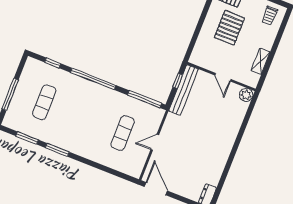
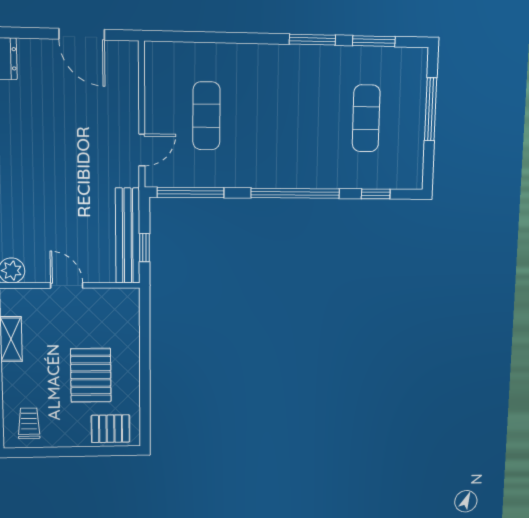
door: (155, 142) -> (142, 150), moved
door: (156, 189) -> (82, 34), moved

